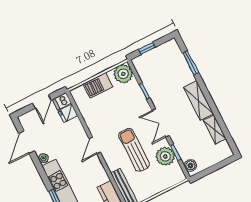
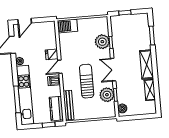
plant: (123, 74) -> (102, 42), moved
barbecue: (98, 85) -> (67, 26), moved
dishwasher: (62, 101) -> (54, 81), moved
door: (42, 102) -> (25, 21), moved
fridge: (68, 113) -> (52, 54), moved

